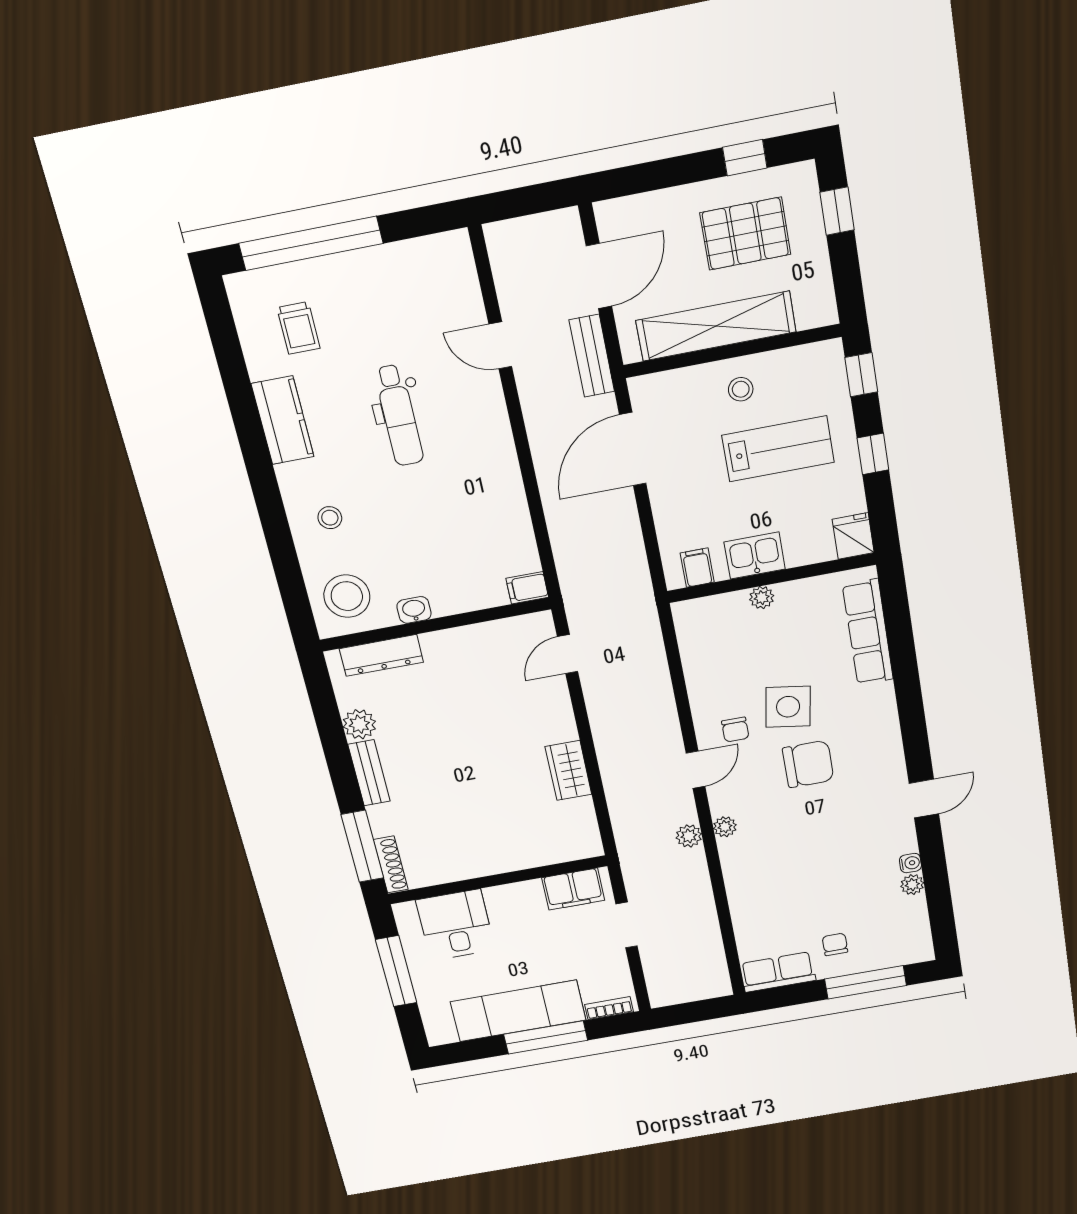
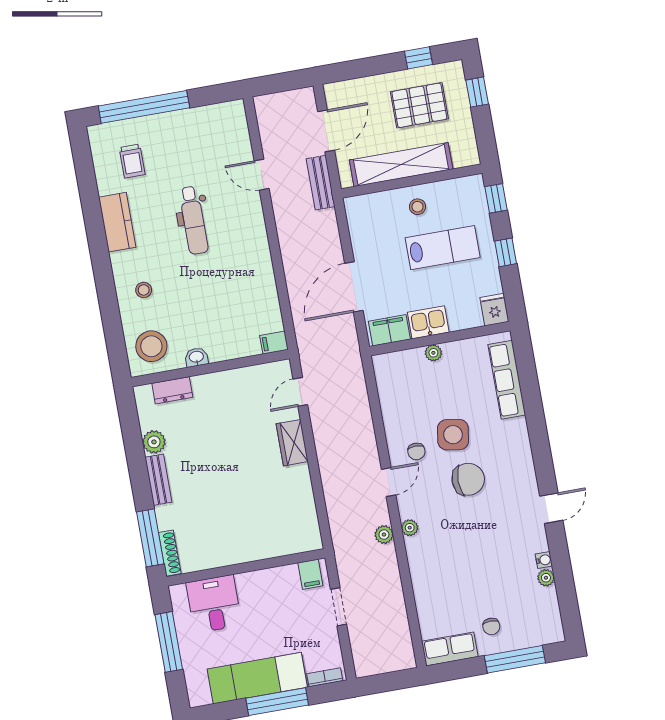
door: (633, 449) -> (354, 287), moved
filing cabinet: (697, 568) -> (389, 330), width x2.00
dresser: (381, 655) -> (172, 390), width x0.70
wardrobe: (568, 770) -> (292, 443), moved
filing cabinet: (573, 889) -> (310, 574), width x0.50
chair: (835, 944) -> (491, 626), turned 180

